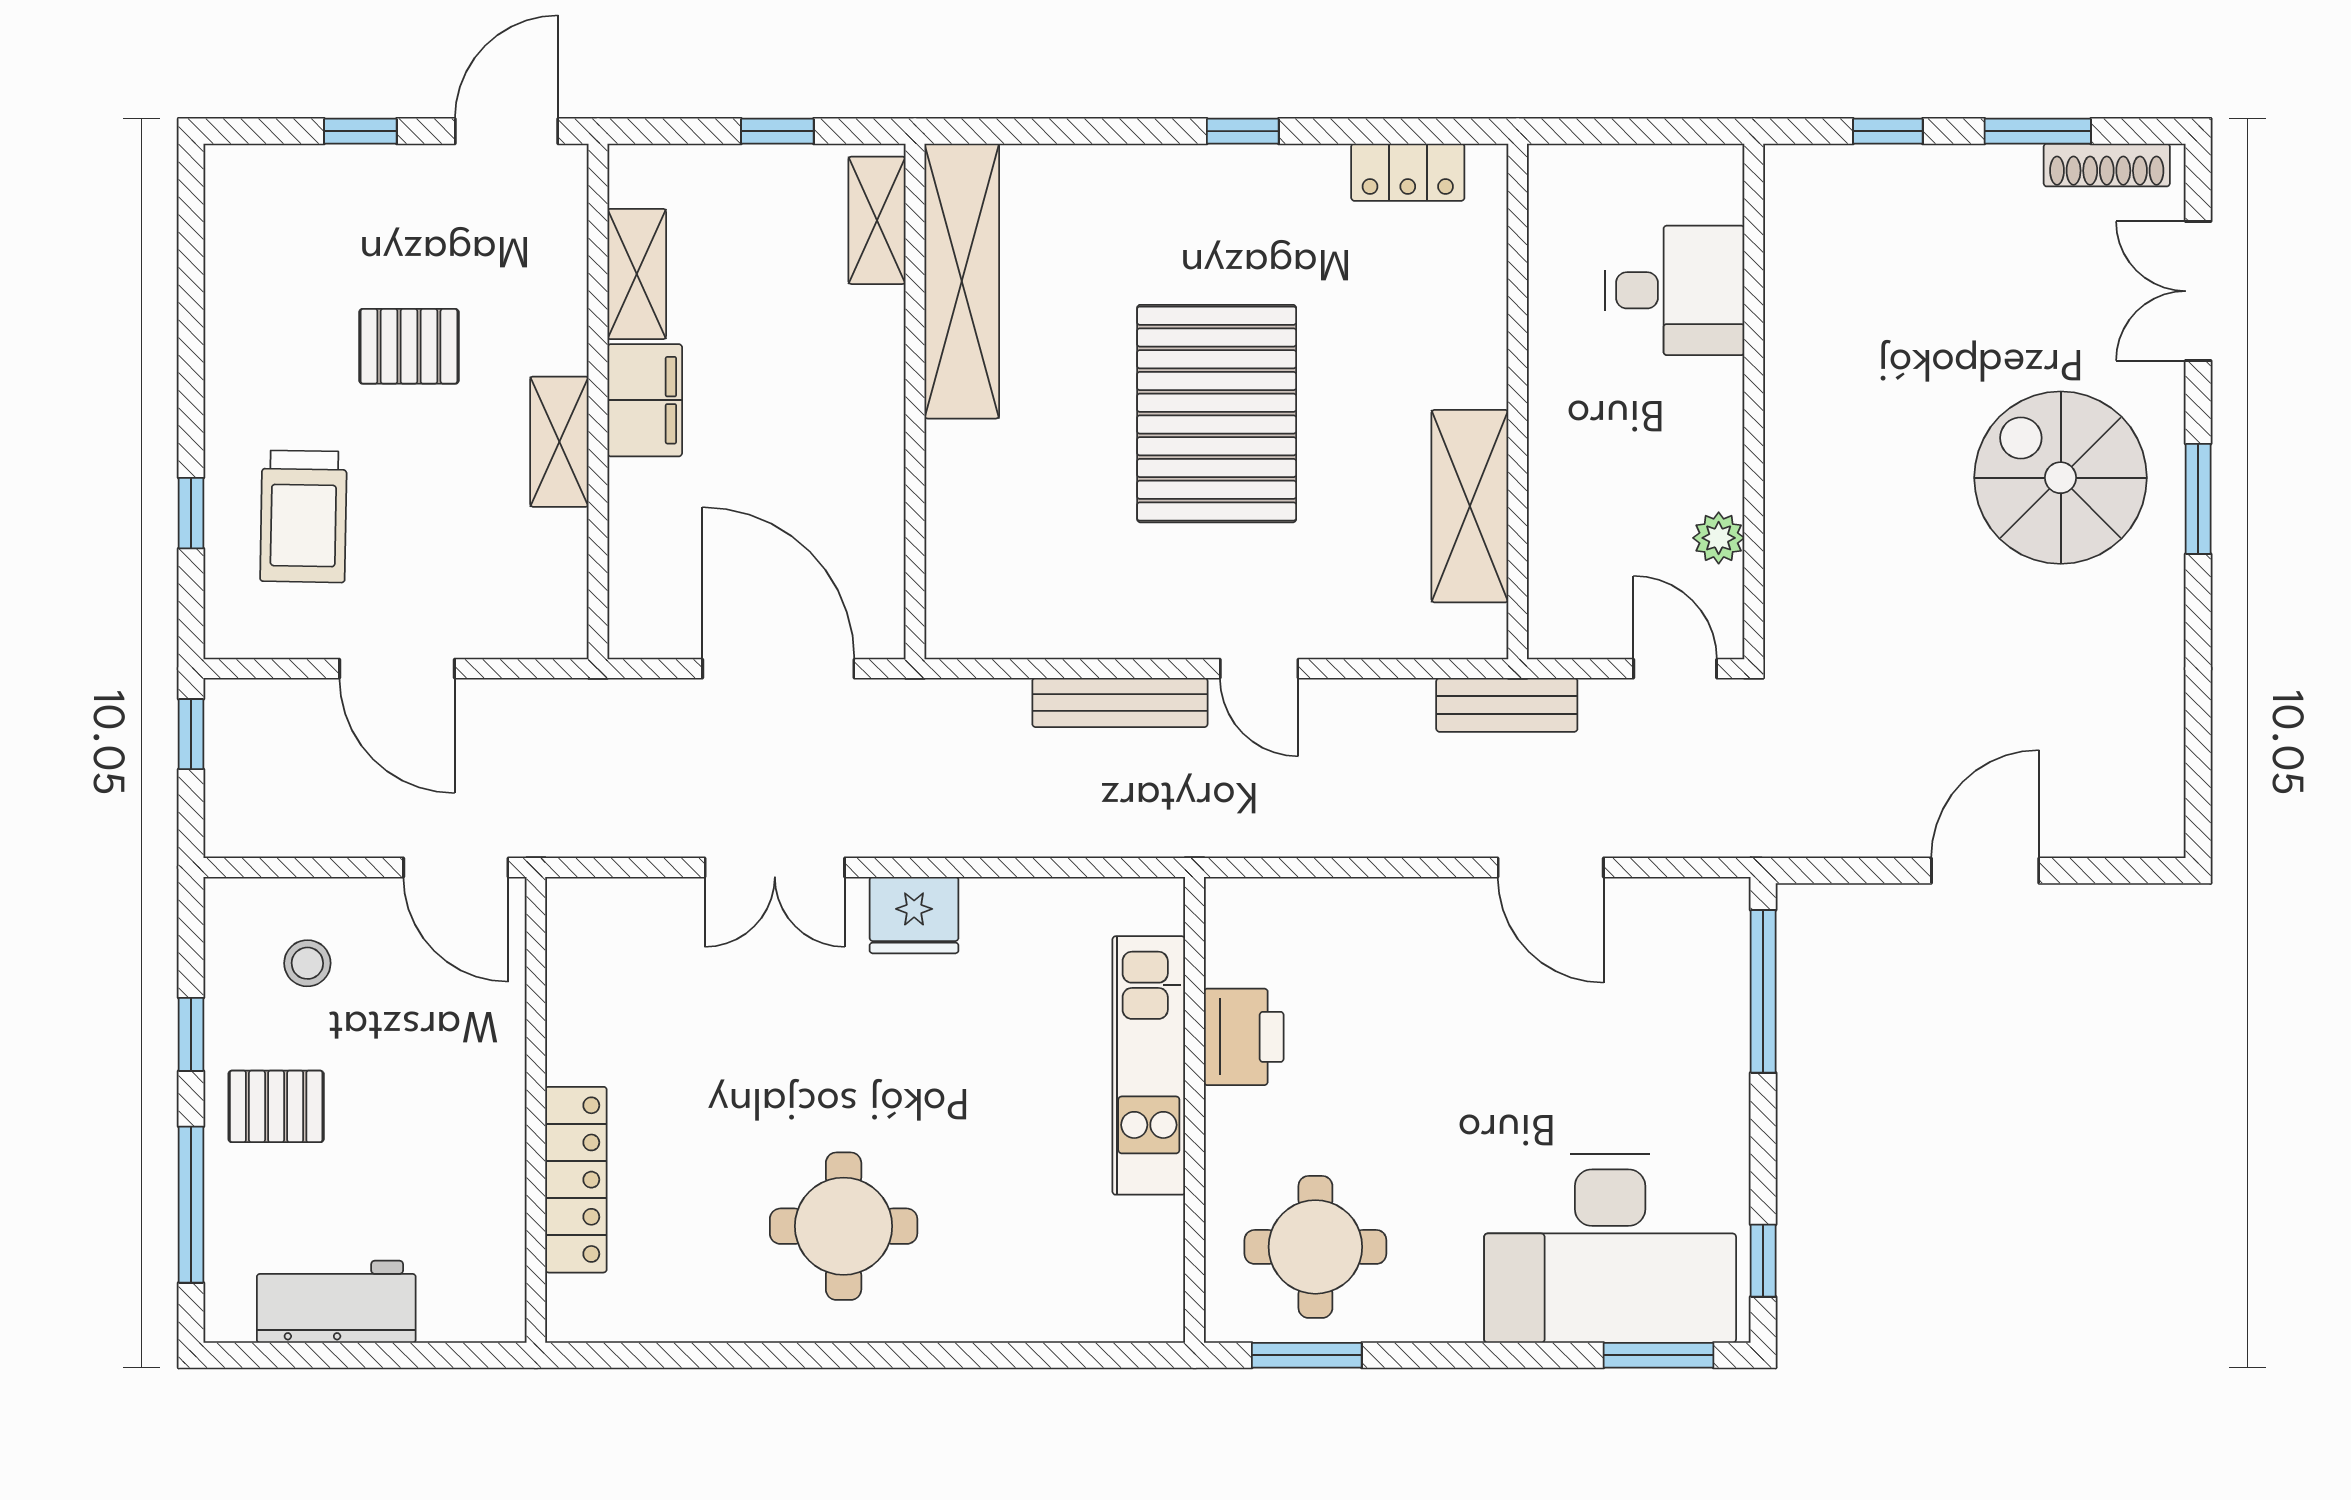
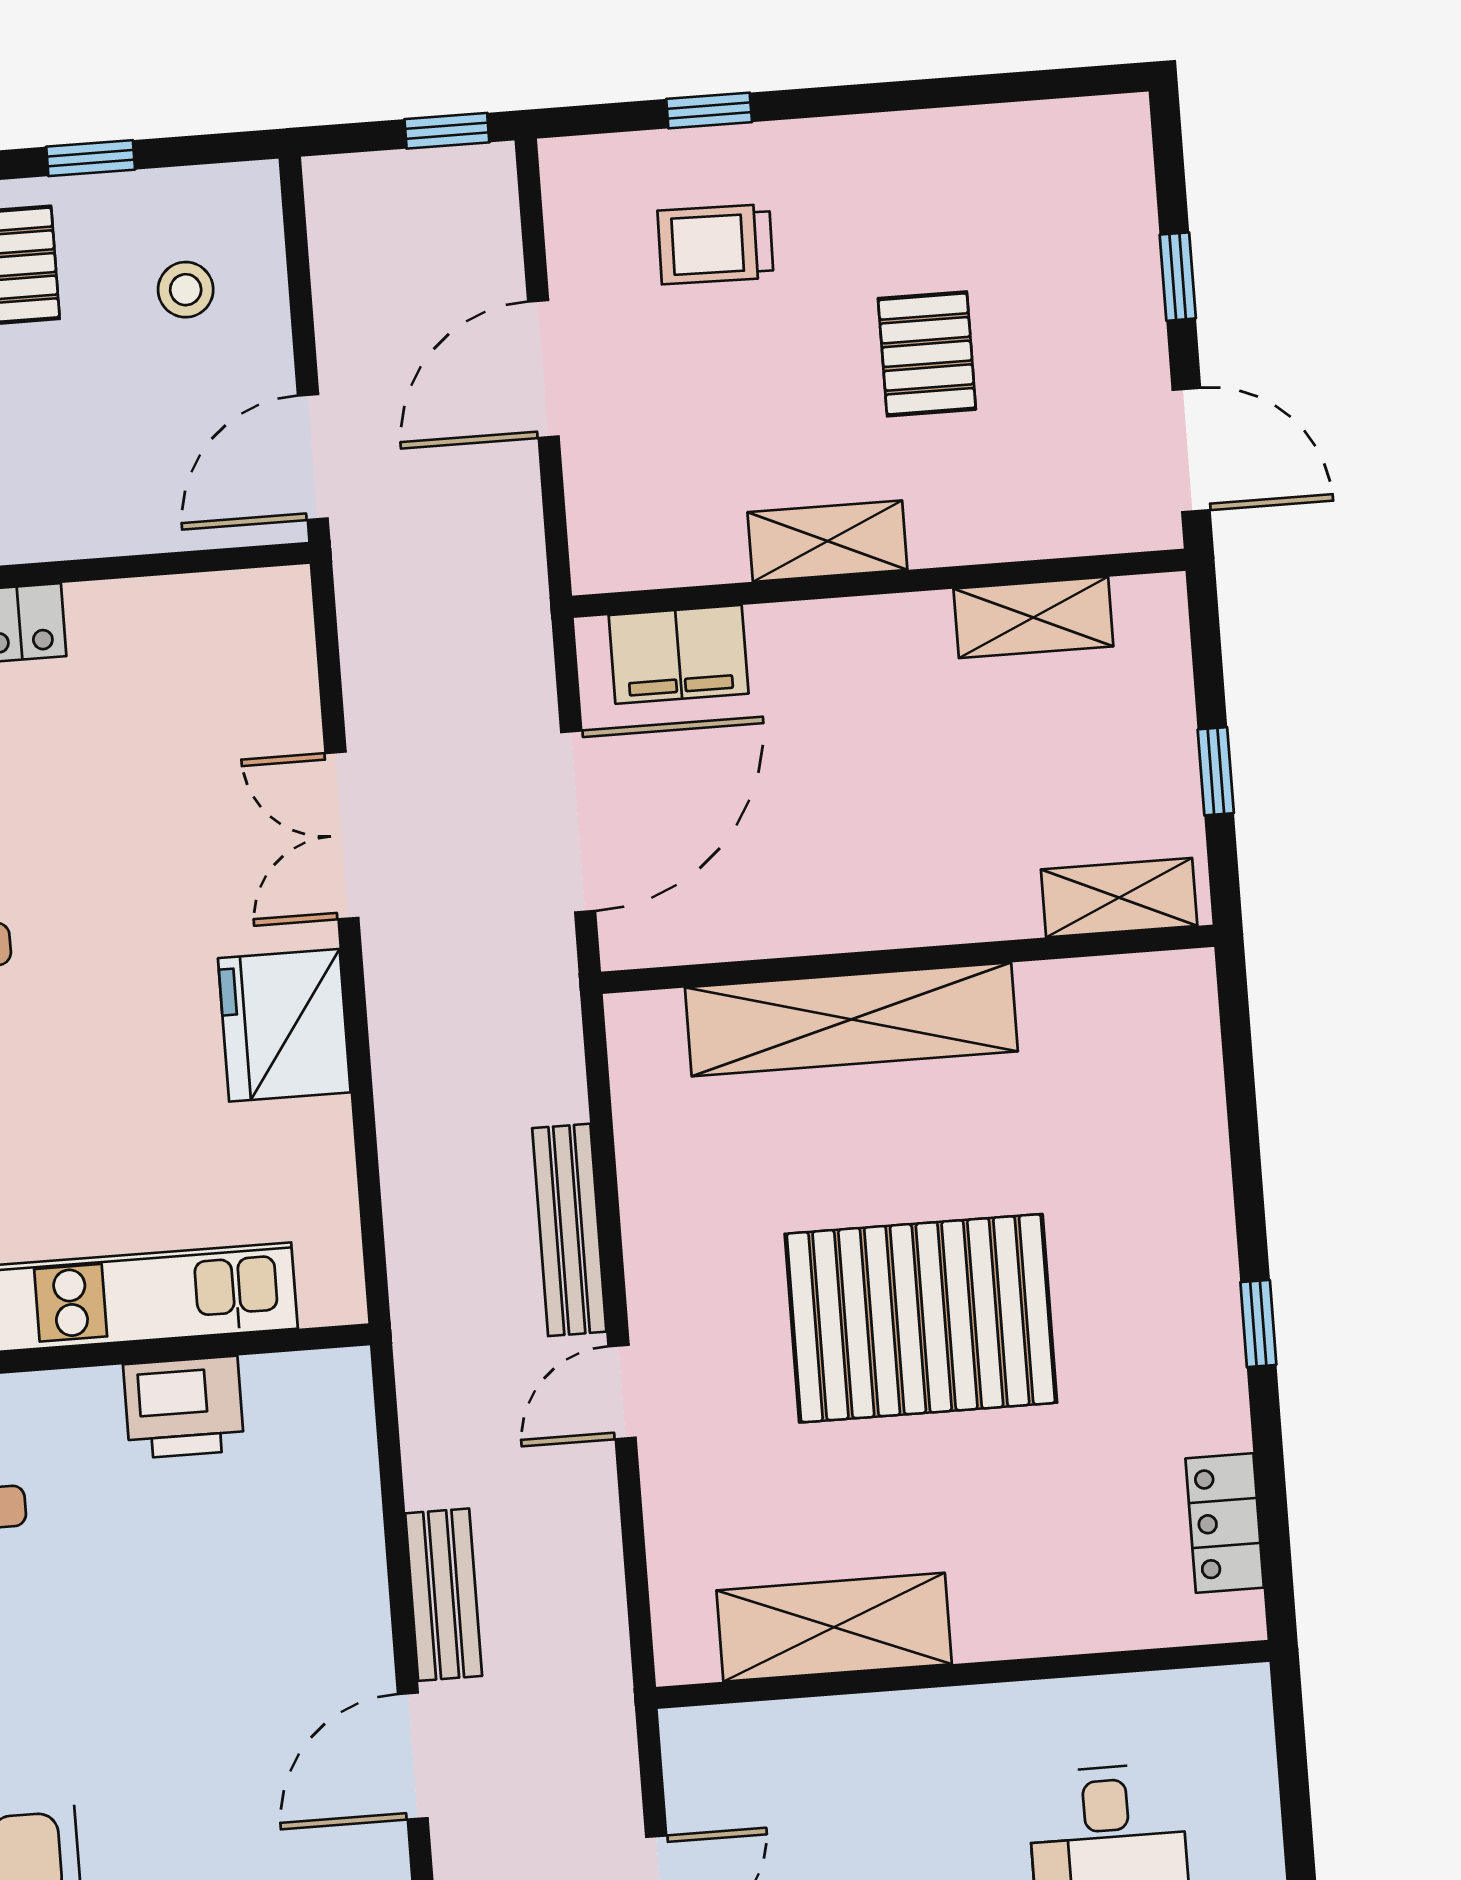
shelving: (962, 281) -> (851, 1019), moved
filing cabinet: (645, 400) -> (679, 654), moved
trolley: (303, 516) -> (715, 244), width x0.73, depth x0.72
bench: (1507, 705) -> (444, 1595), moved
fridge: (914, 915) -> (284, 1025), width x1.36, depth x1.34

